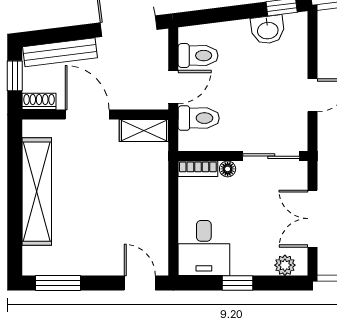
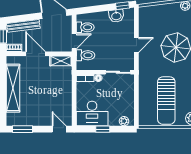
double door: (312, 219) -> (136, 100), removed
desk: (204, 248) -> (92, 113), width x1.37

